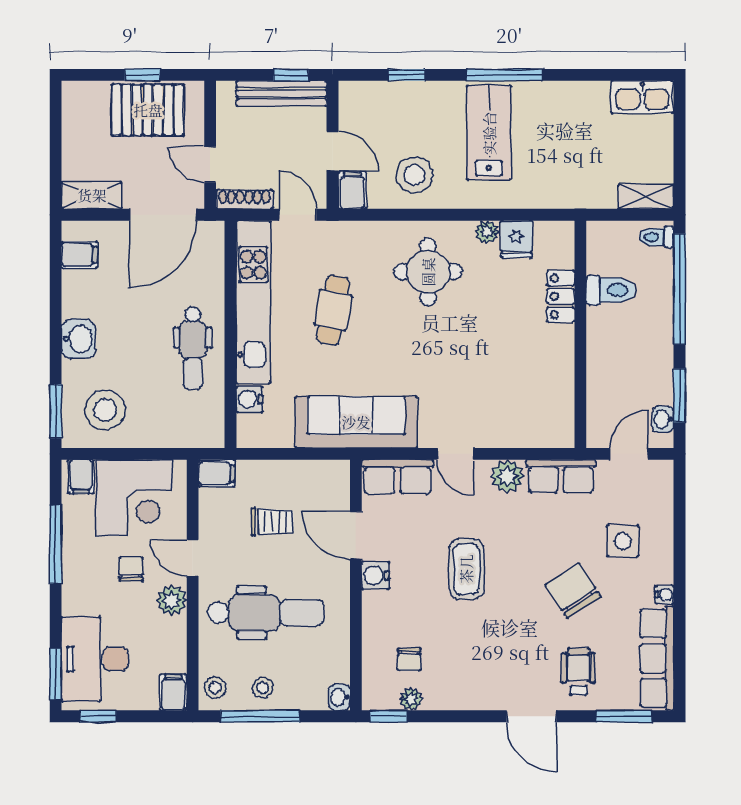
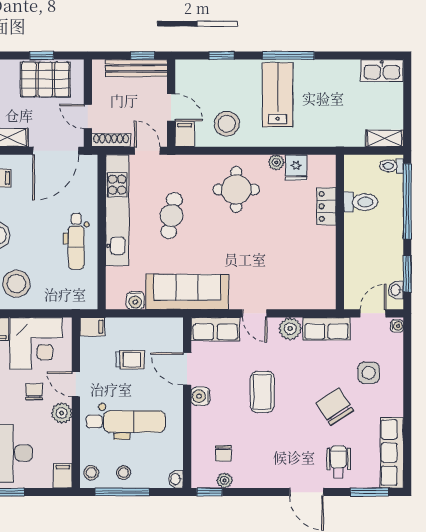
water cooler: (249, 399) -> (135, 301), moved, turned -90
water cooler: (664, 595) -> (397, 326), moved

